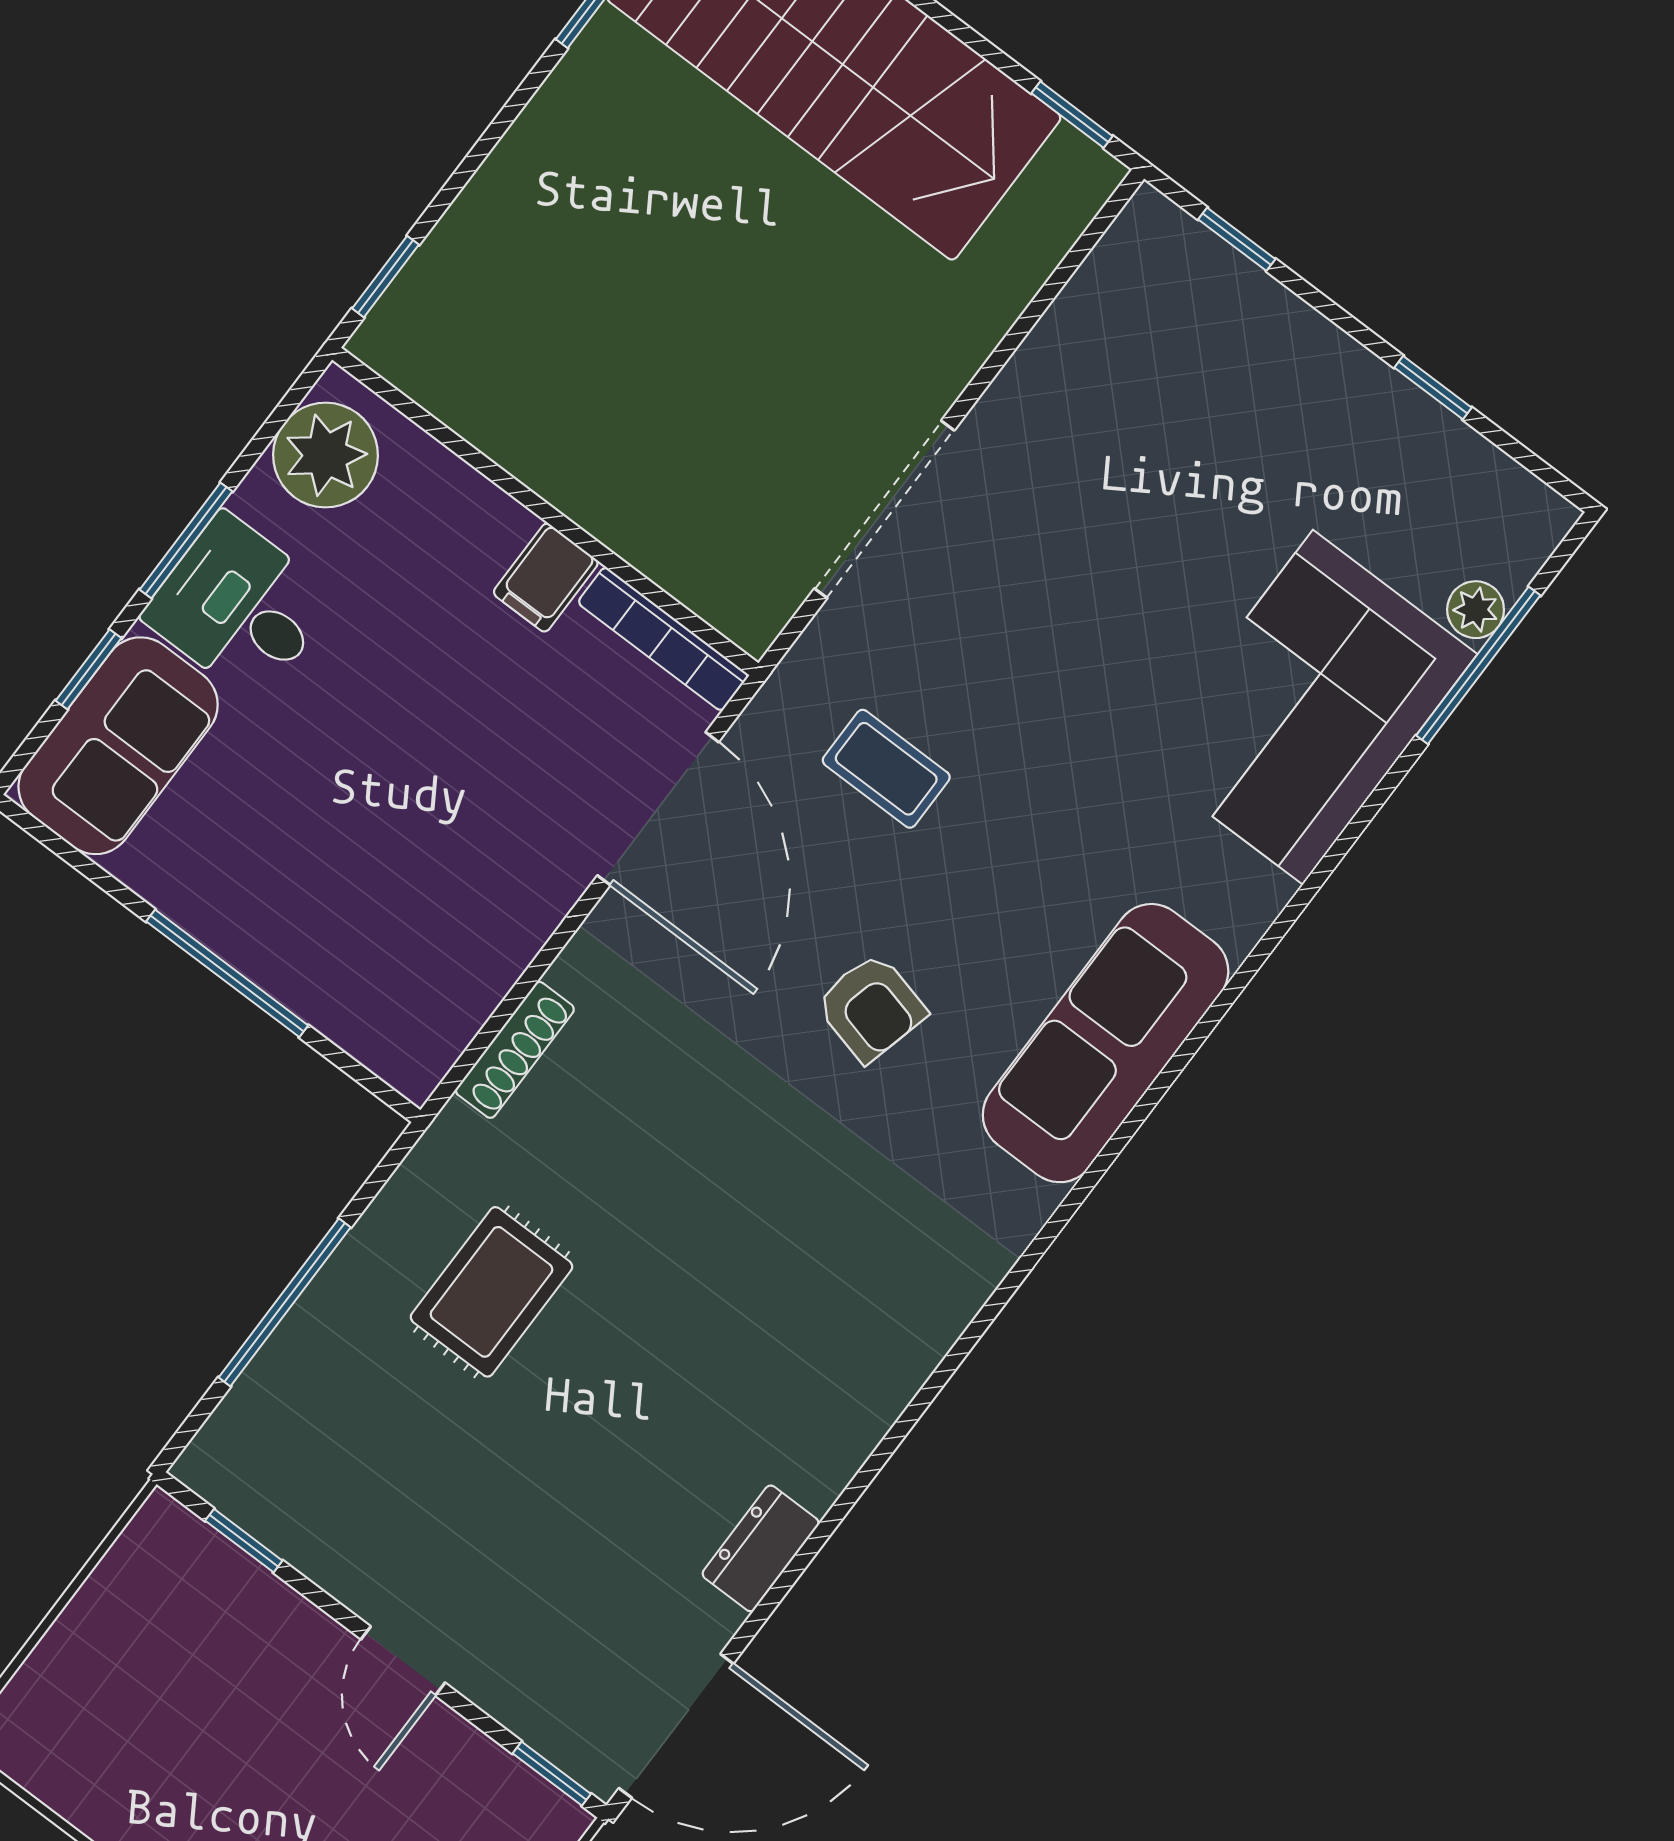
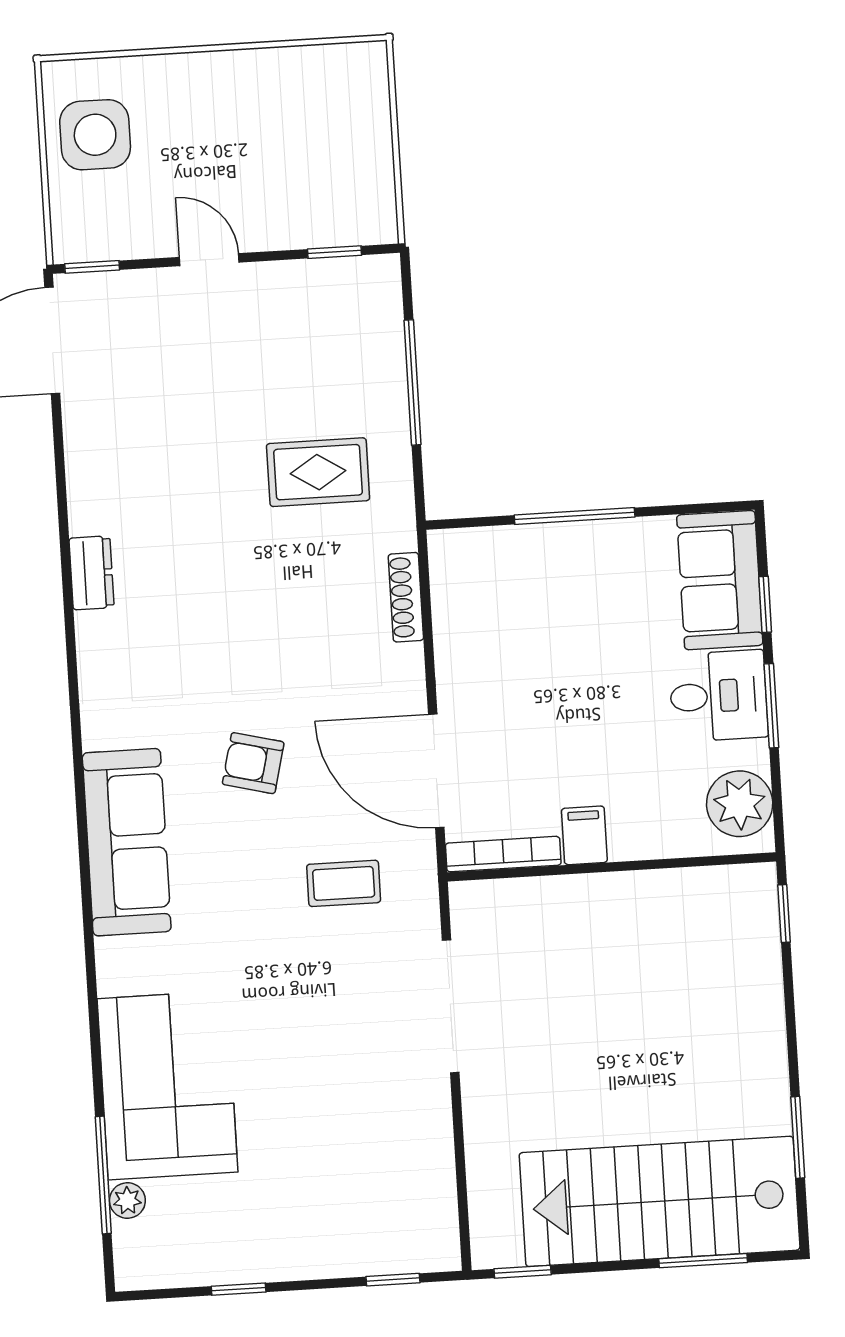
rug: (491, 1292) -> (318, 472), turned 90
dresser: (761, 1548) -> (91, 573), moved

